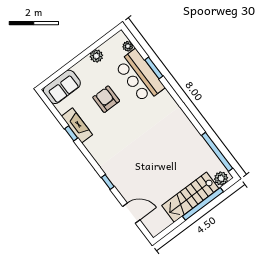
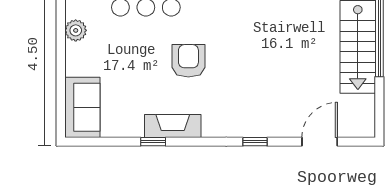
armchair: (106, 99) -> (188, 61), moved, turned 90
fireplace: (77, 125) -> (173, 126), moved

